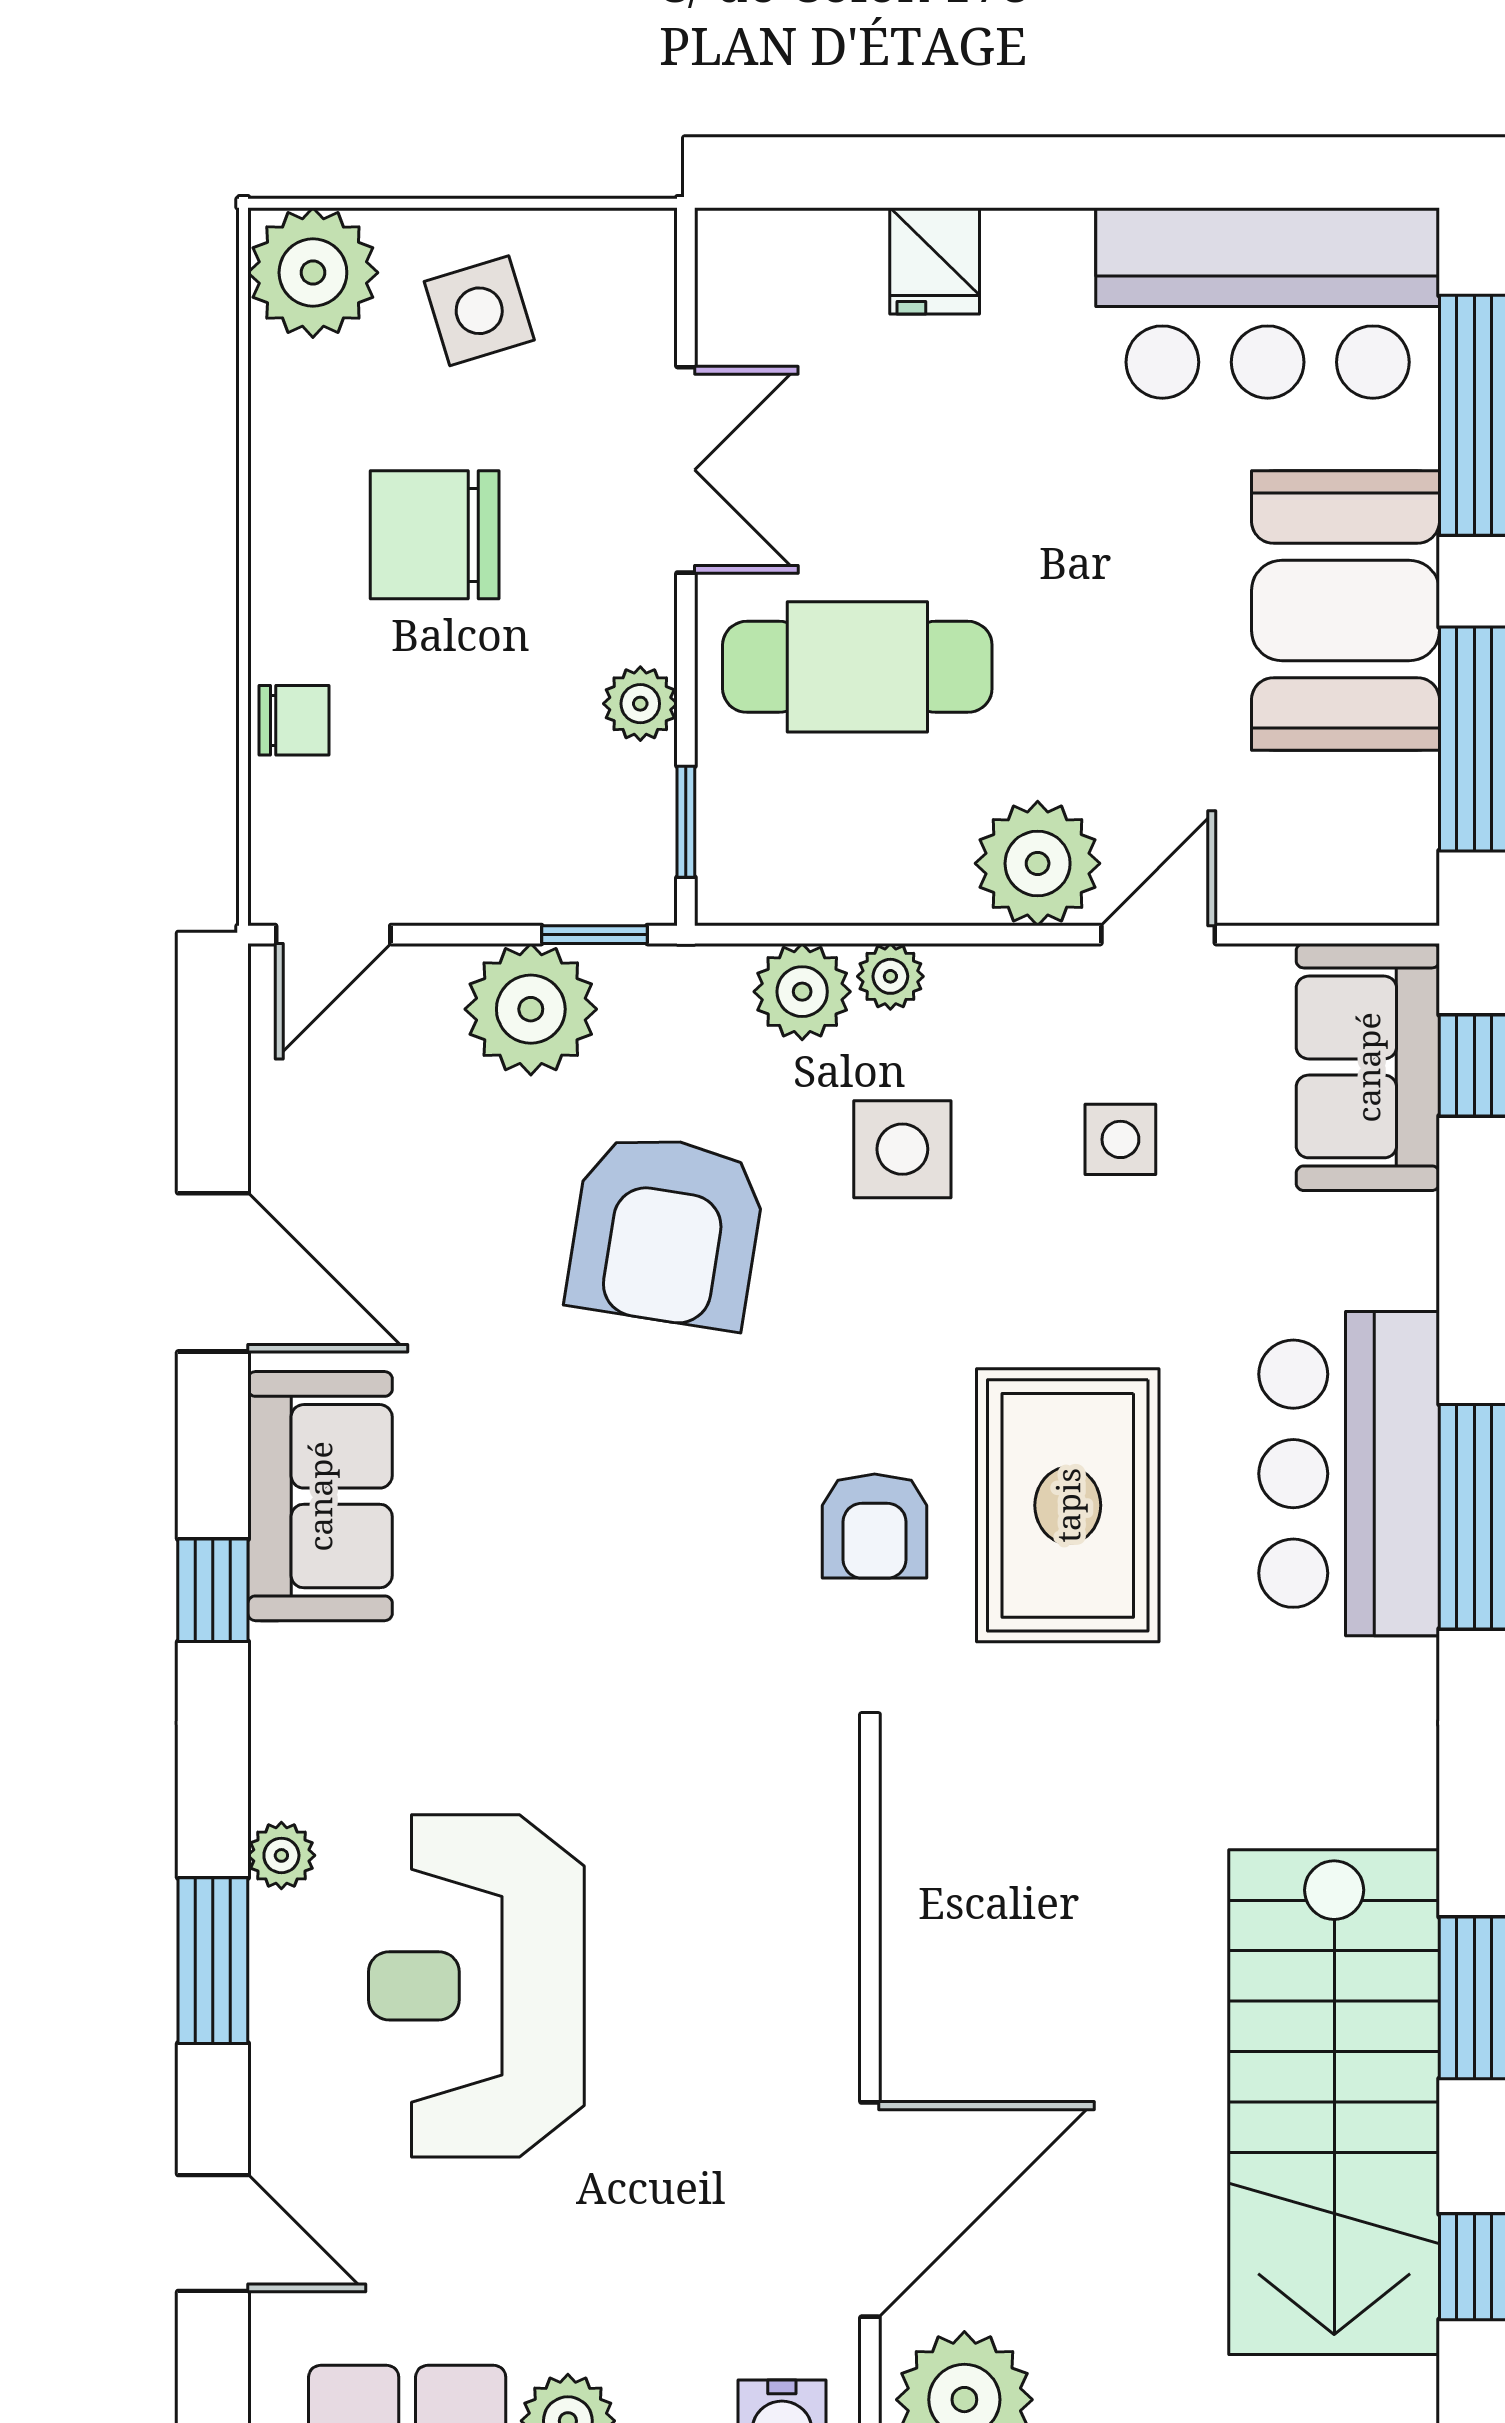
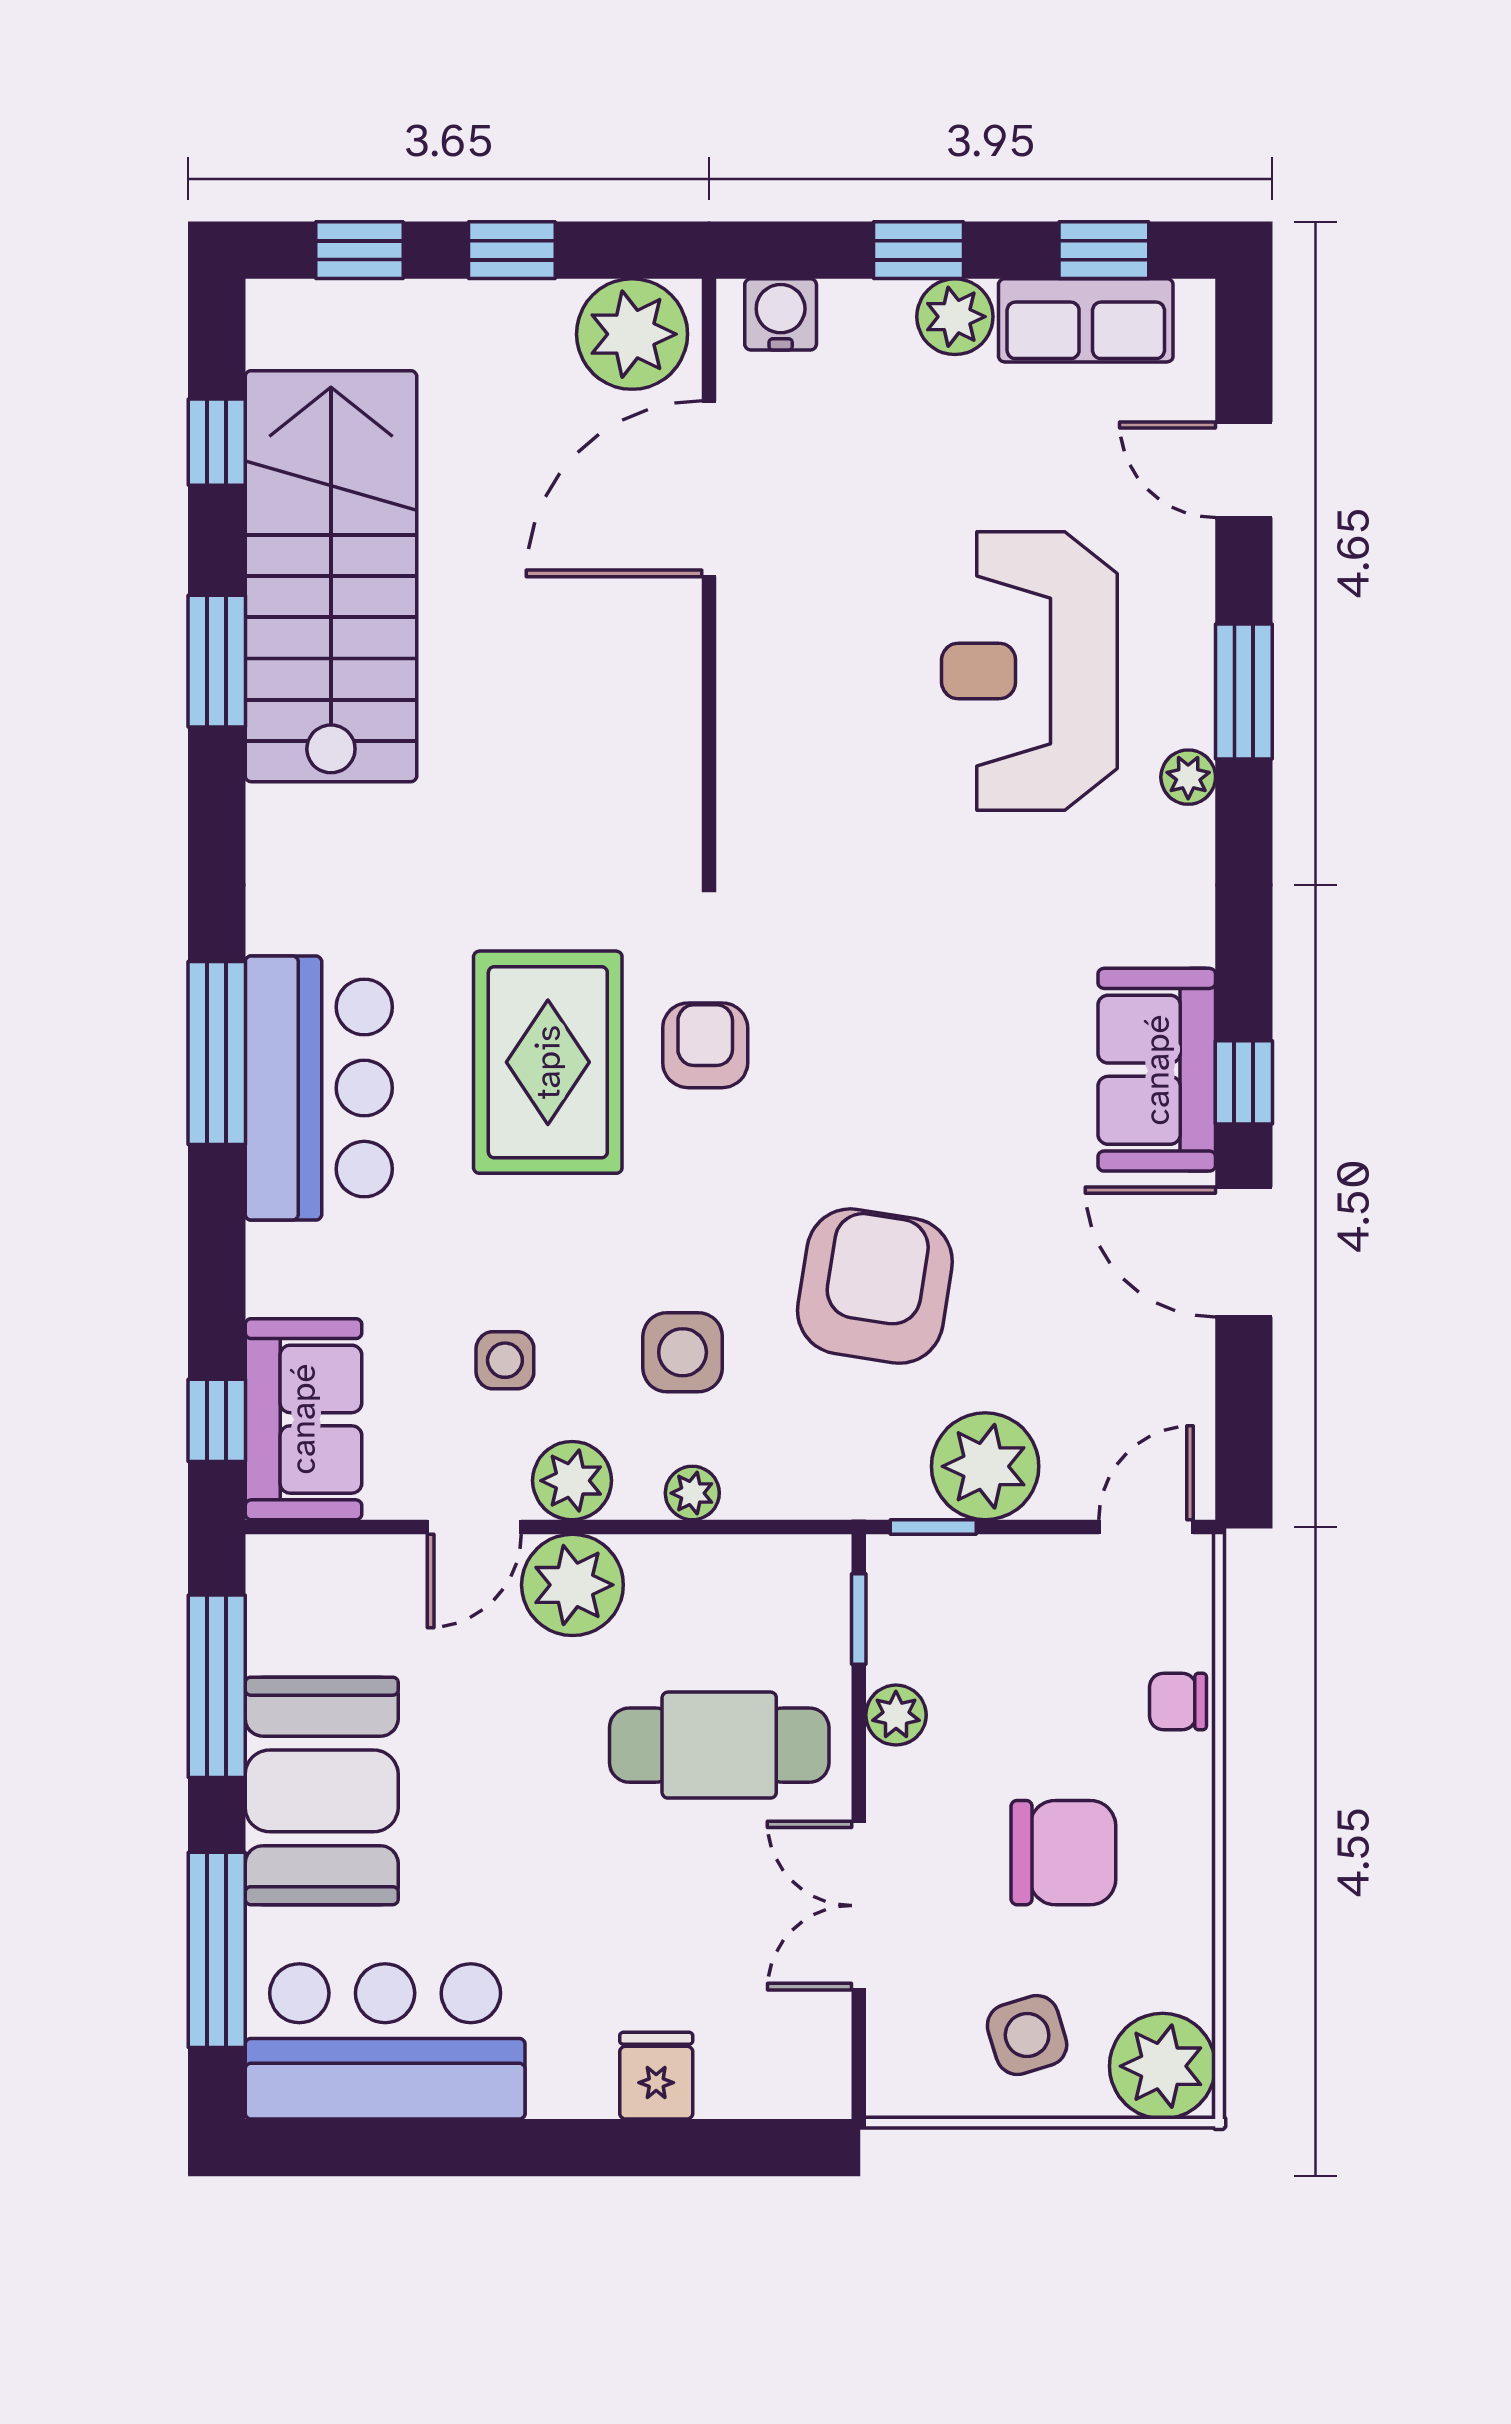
plant: (802, 992) -> (572, 1481), moved
window: (213, 1590) -> (1244, 1082), moved
reception desk: (476, 1986) -> (1029, 671), turned 180

